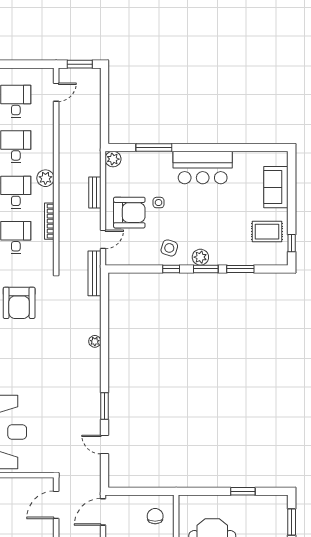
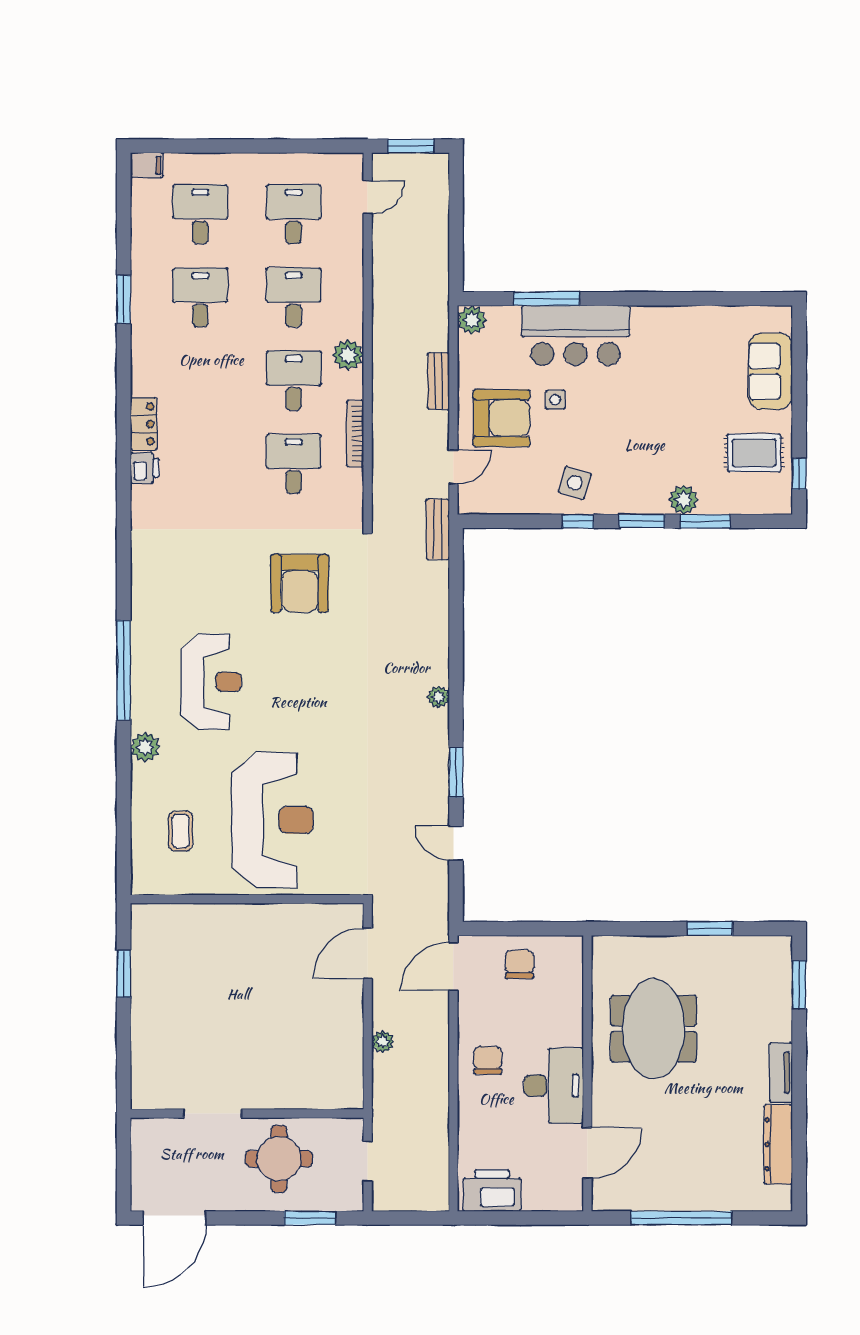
bar counter: (203, 168) -> (576, 335), moved
plant: (200, 257) -> (684, 500), moved
bench: (94, 273) -> (438, 529), width x0.73
plant: (95, 341) -> (438, 697), moved
chair: (155, 516) -> (520, 964), moved

